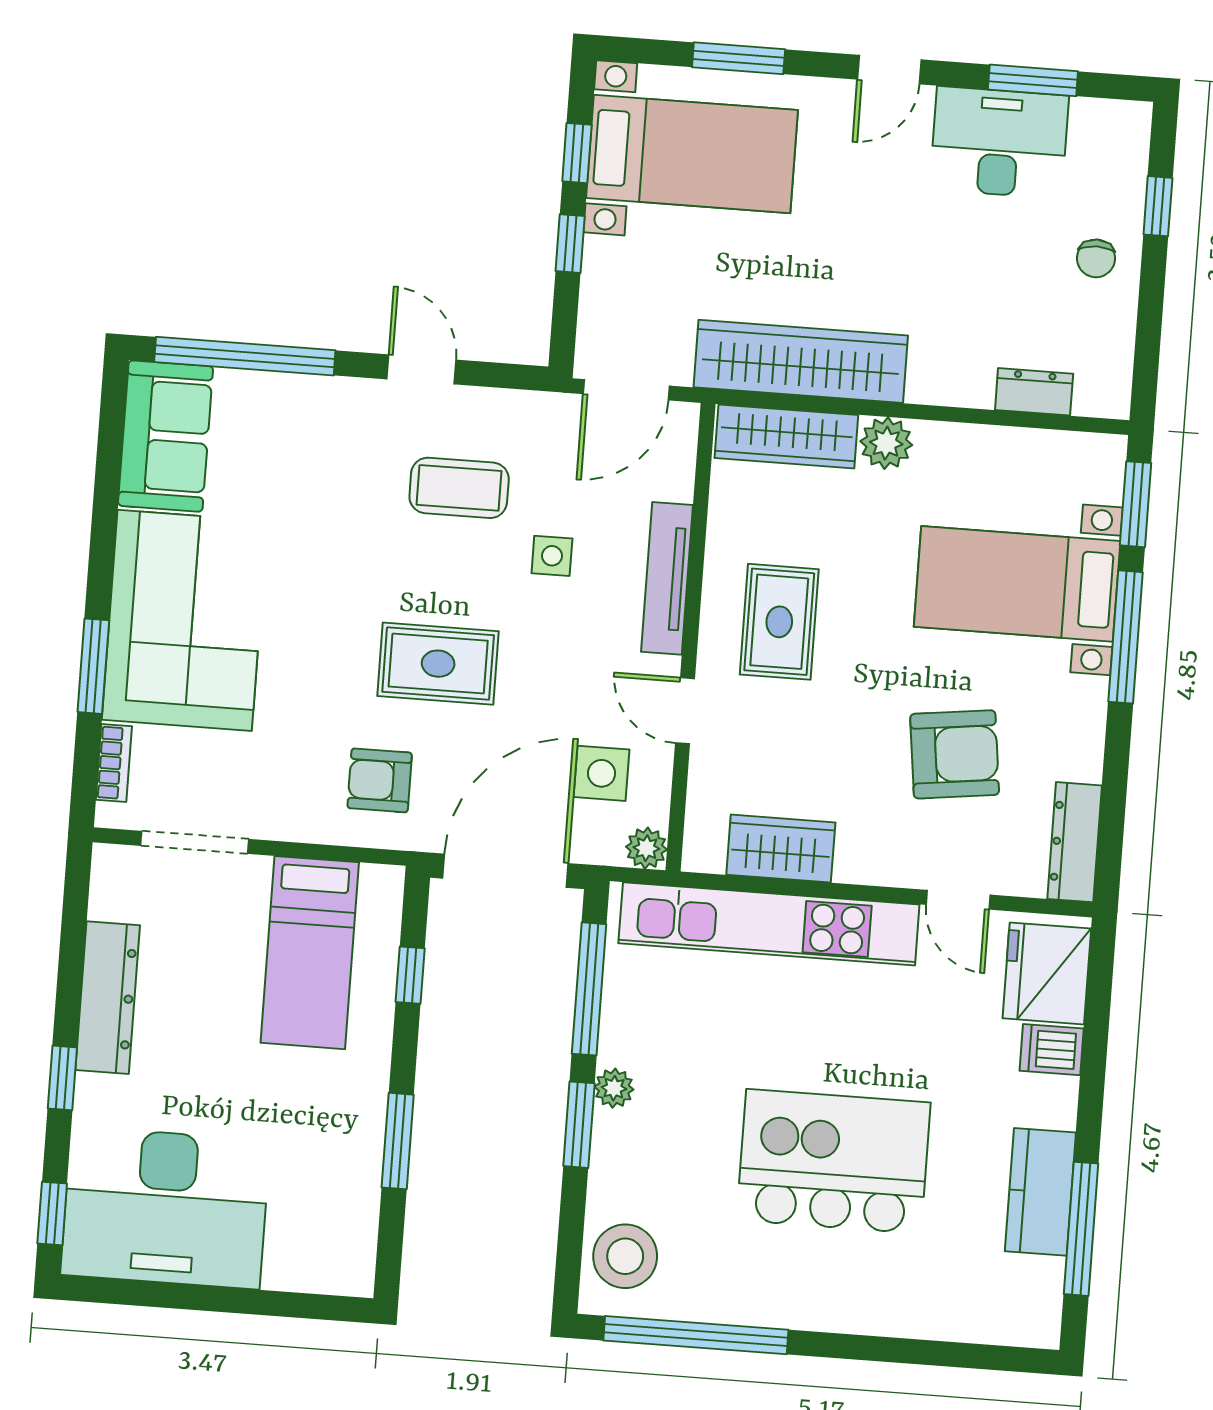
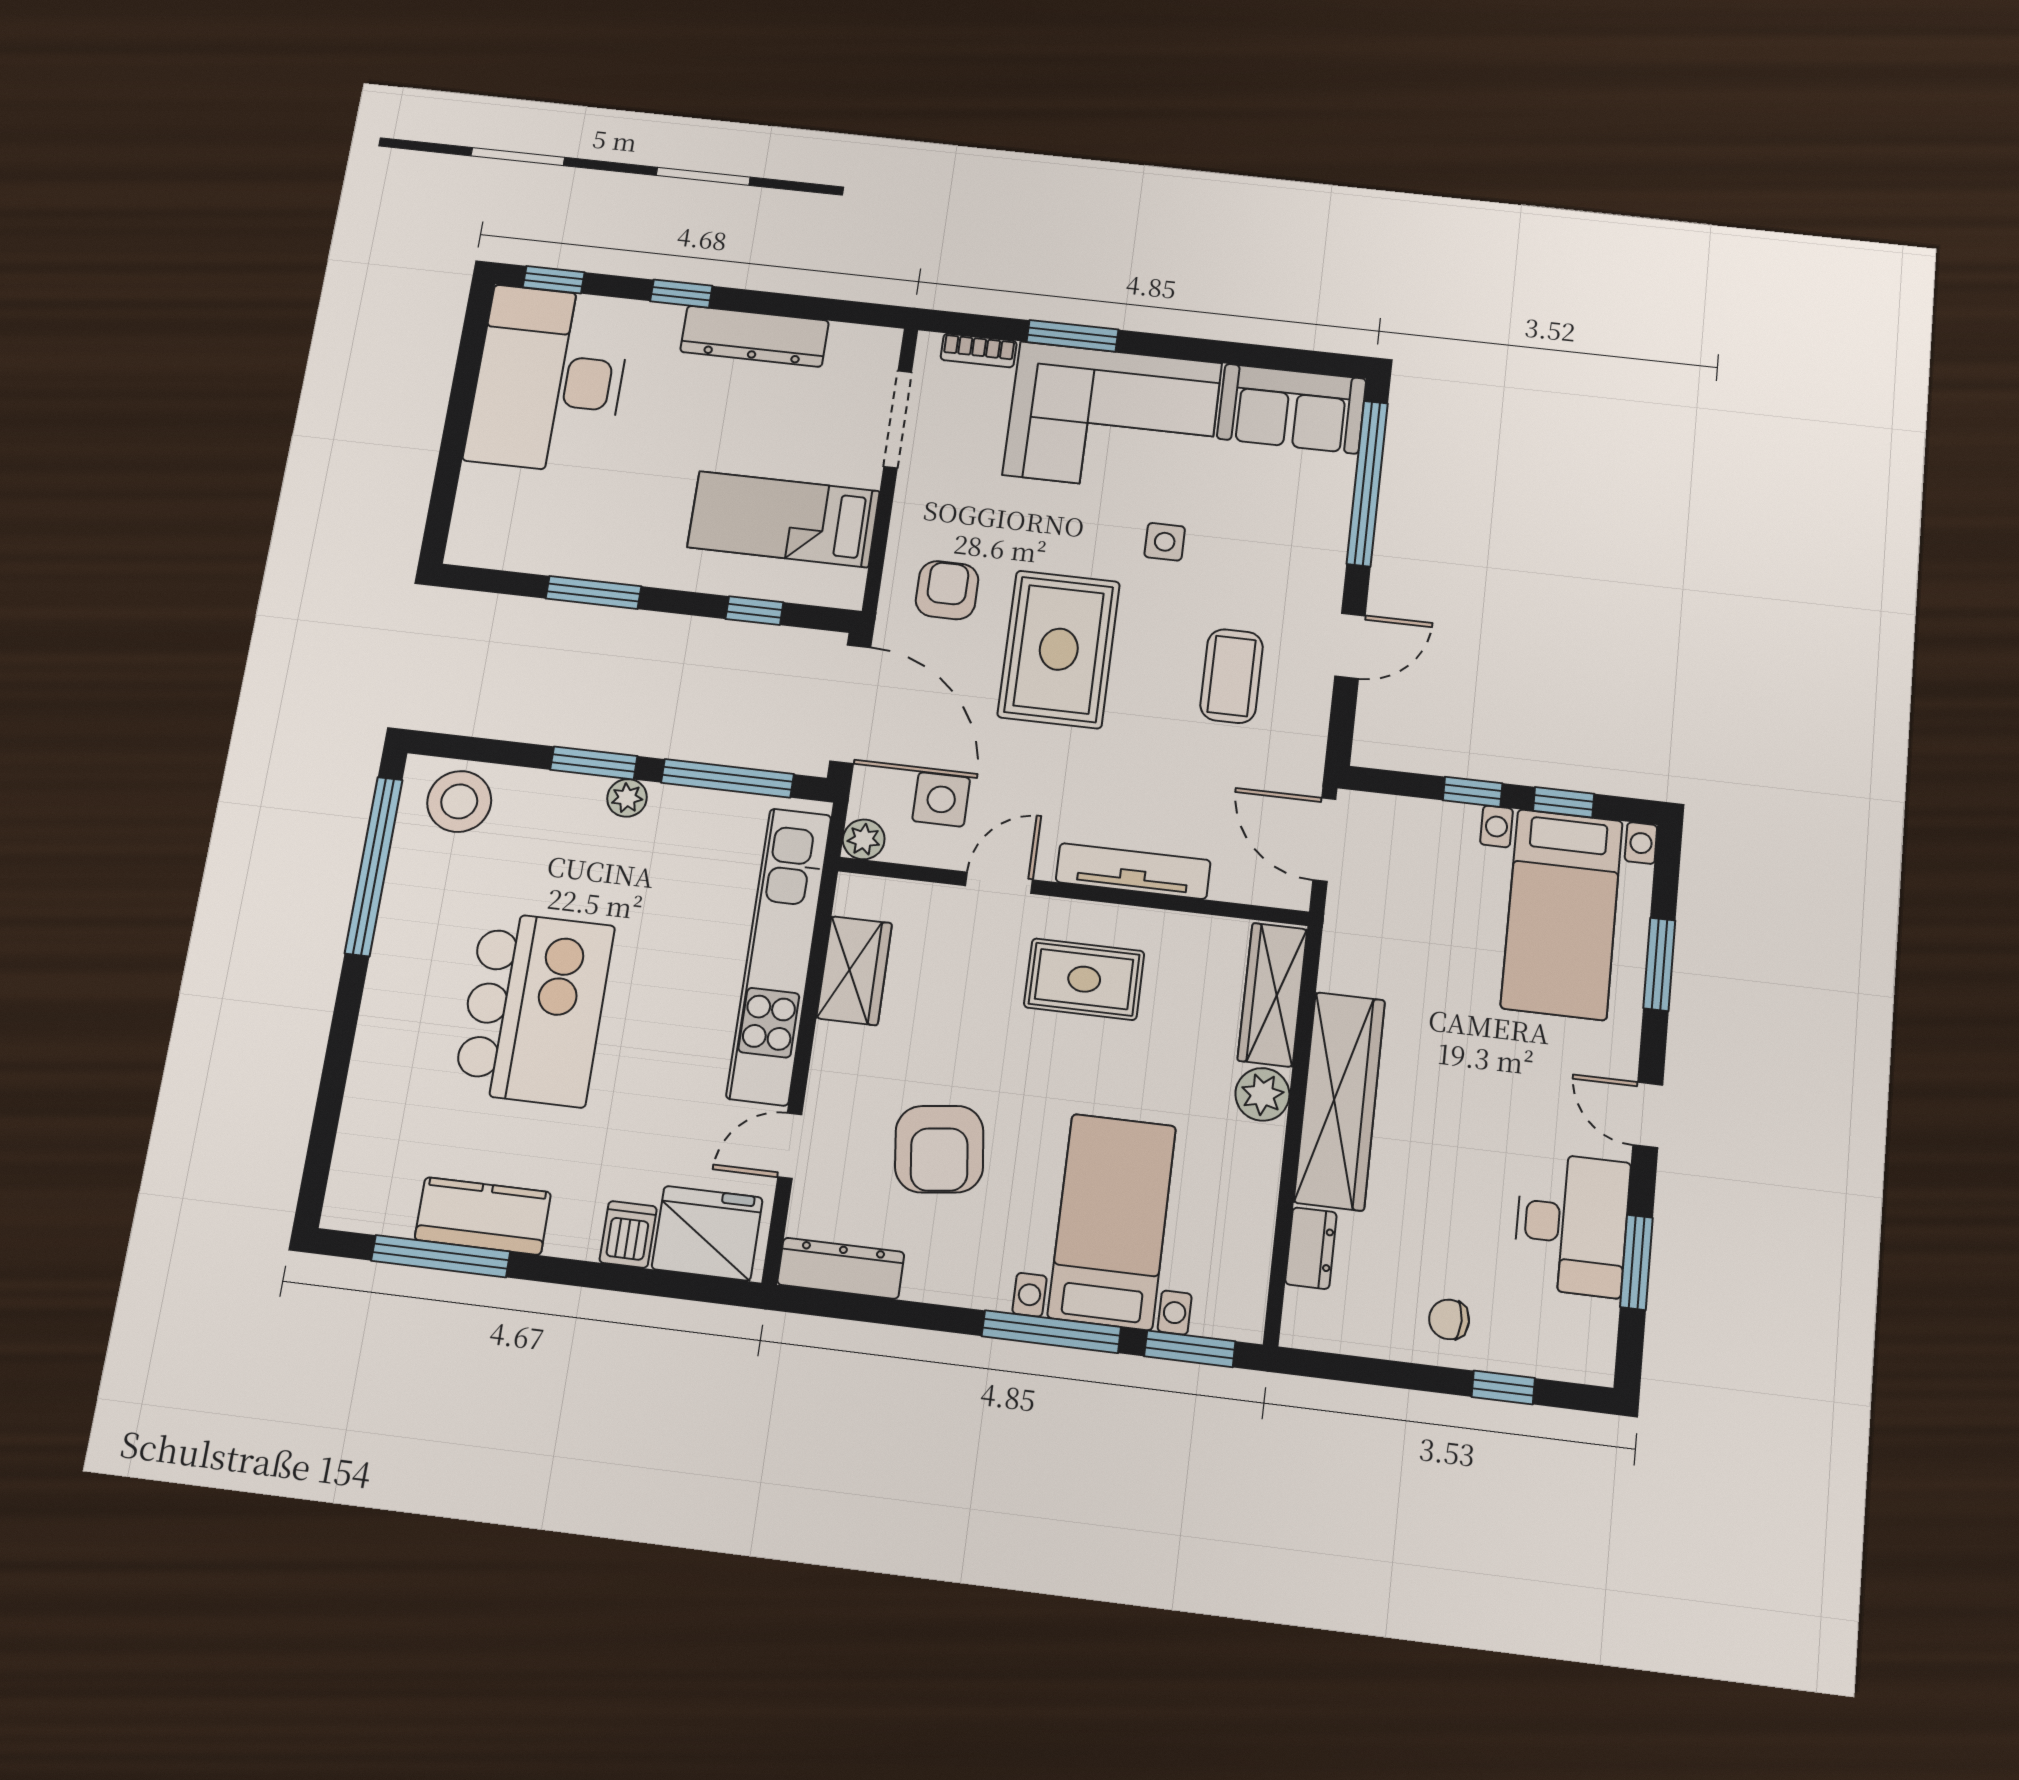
wardrobe: (801, 361) -> (1340, 1101), moved
side table: (552, 556) -> (1165, 542), moved
rug: (438, 664) -> (1059, 649), width x1.36, depth x1.43

